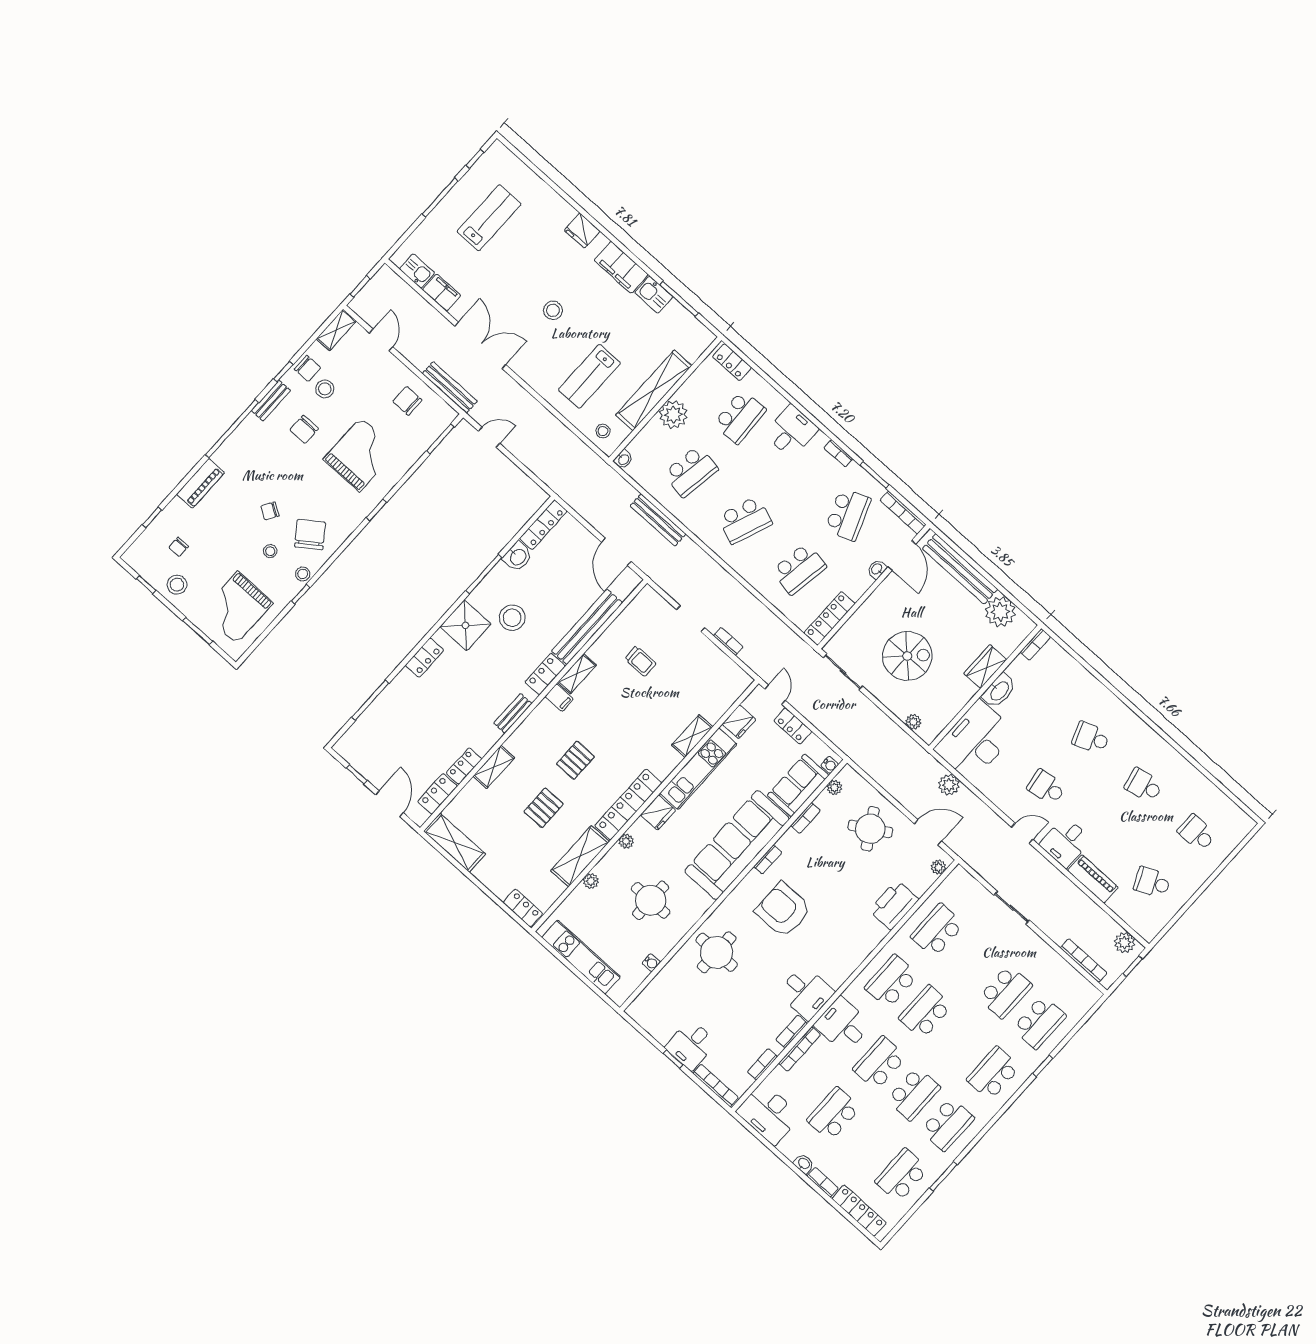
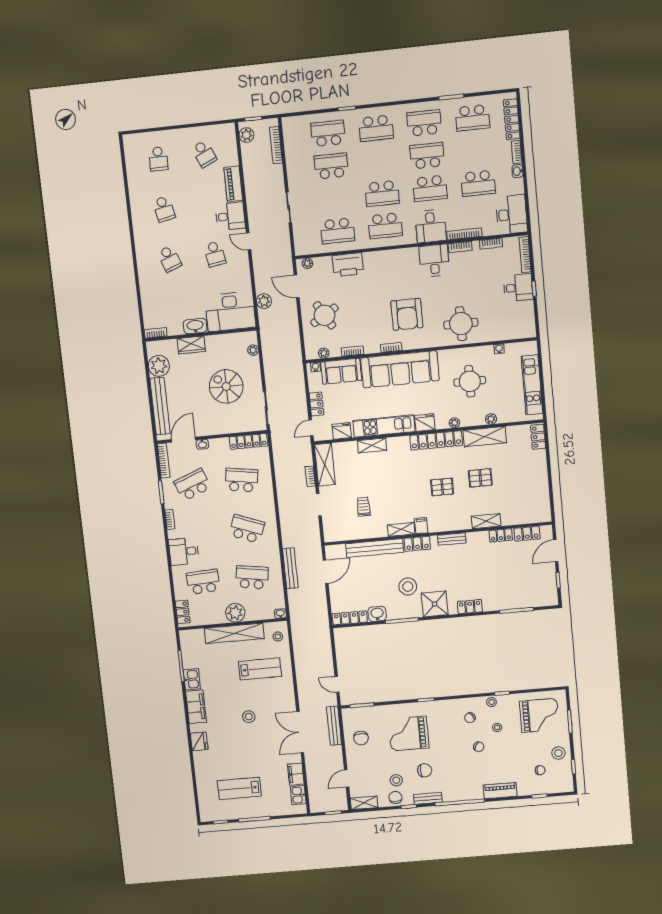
chair: (310, 535) -> (470, 718), width x0.54, depth x0.54
shelving: (455, 843) -> (325, 465), moved

